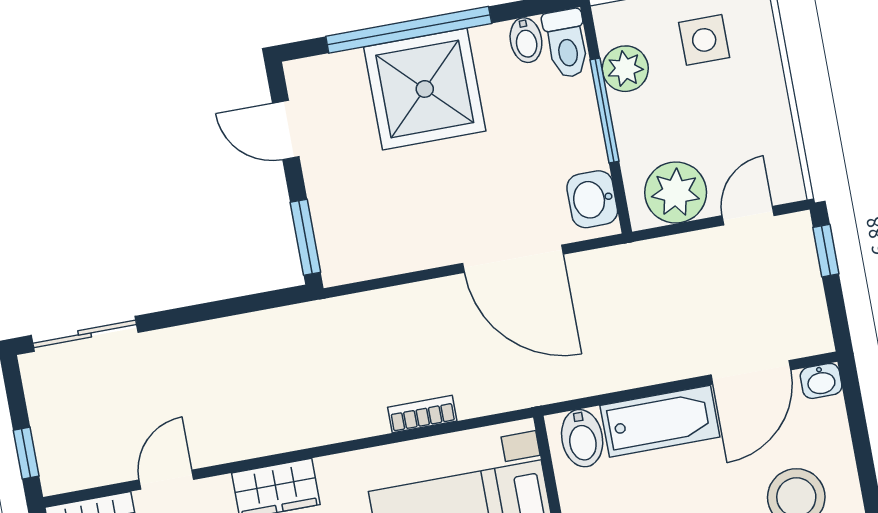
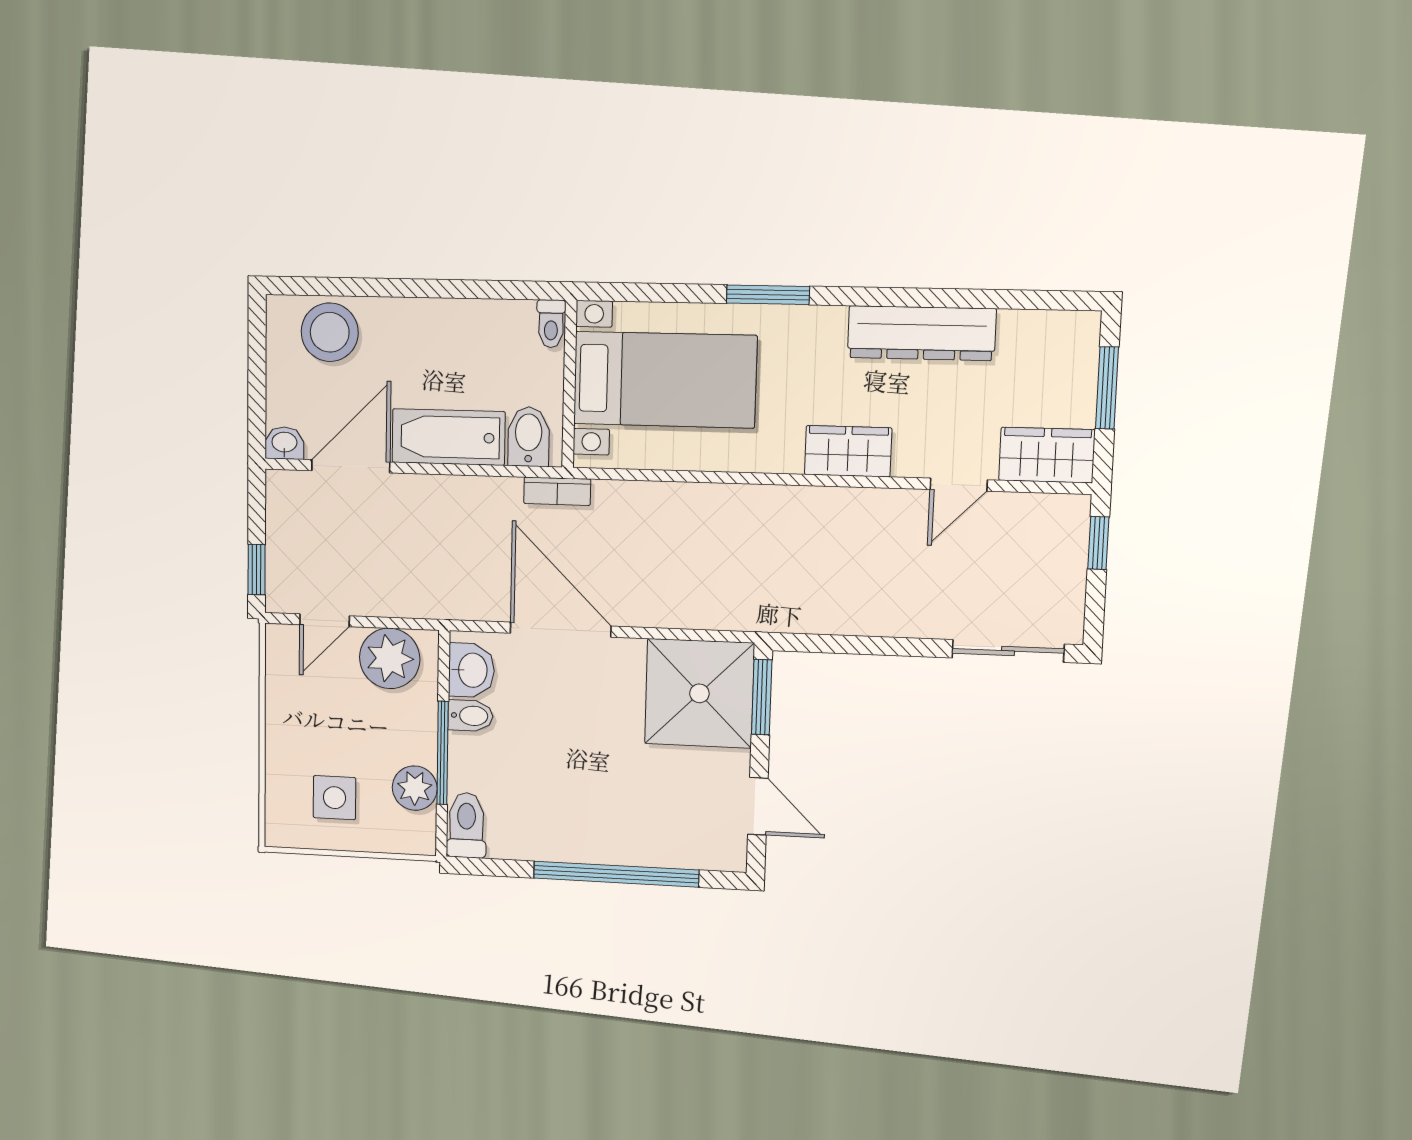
bidet: (526, 40) -> (471, 716), moved, turned 90
shower: (425, 89) -> (699, 693), moved
bookcase: (422, 414) -> (557, 491), moved

